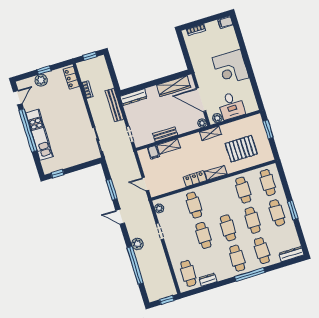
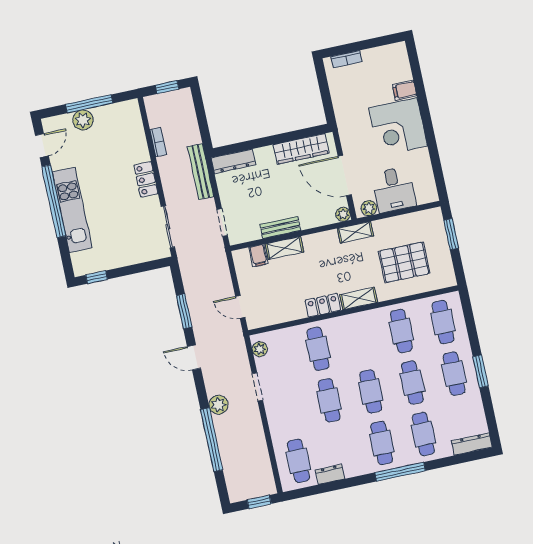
filing cabinet: (225, 22) -> (405, 90), moved
window: (44, 70) -> (89, 104), width x2.17
locker: (71, 78) -> (146, 179), moved

